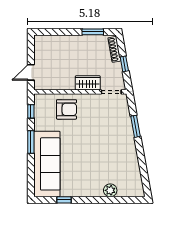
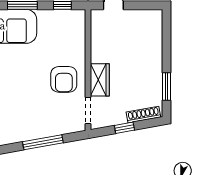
armchair: (67, 109) -> (64, 79), moved
window: (136, 126) -> (43, 142), width x1.44

